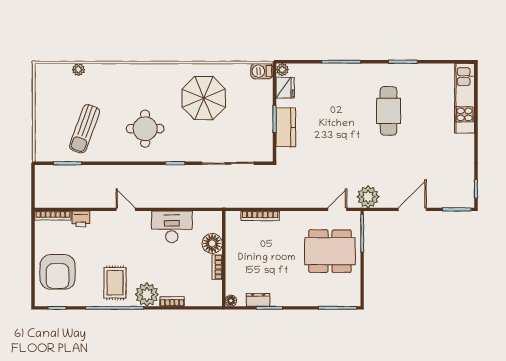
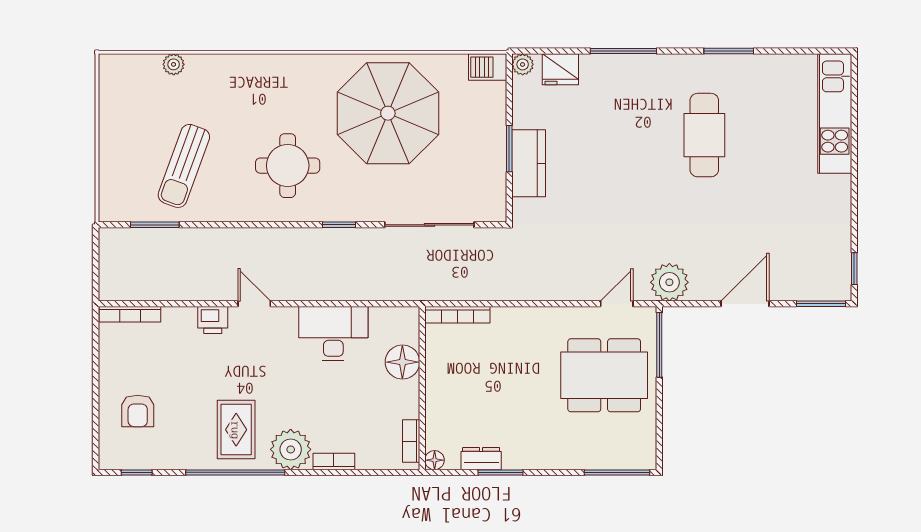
fridge: (285, 88) -> (560, 69), moved, turned 90
parasol: (204, 98) -> (388, 113), width x1.36, depth x1.36
bookcase: (260, 216) -> (457, 315), moved
printer: (81, 219) -> (213, 320), moved
bookcase: (217, 267) -> (411, 441), moved
armchair: (58, 272) -> (138, 411), width x0.53, depth x0.53

